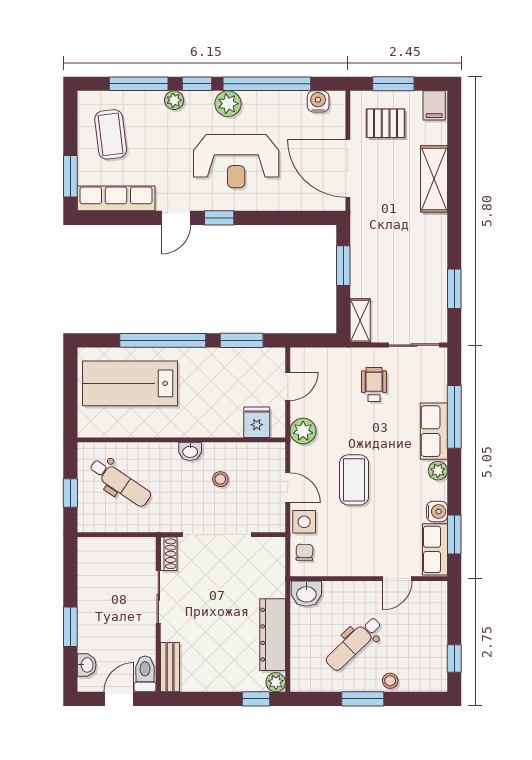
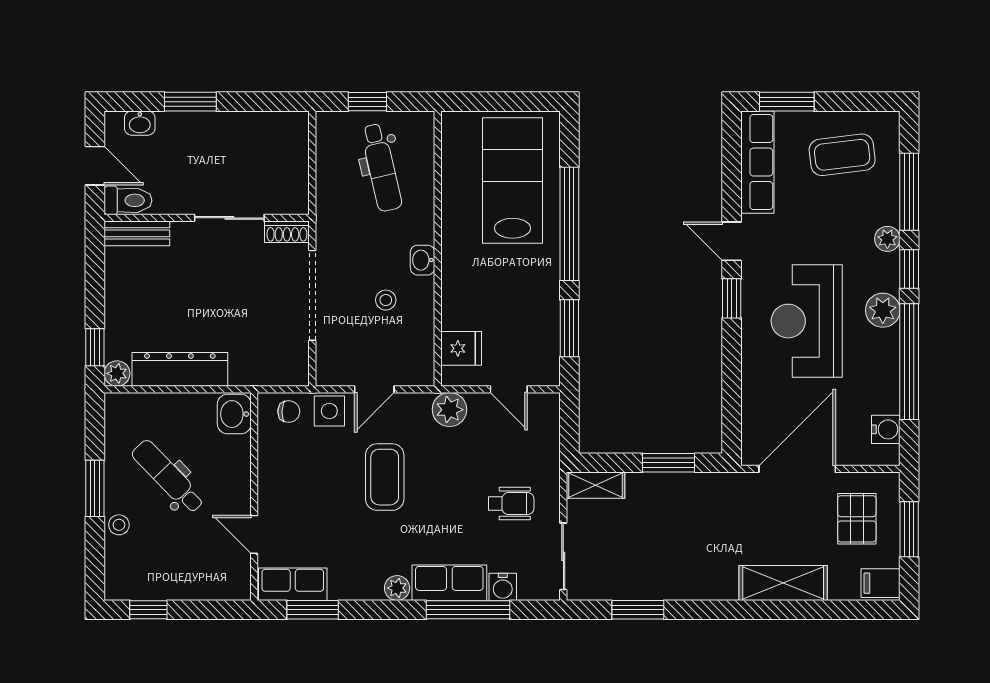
coffee table: (354, 480) -> (385, 477), turned 90
dental chair: (120, 482) -> (381, 167), turned -47
water cooler: (437, 511) -> (503, 587), moved

